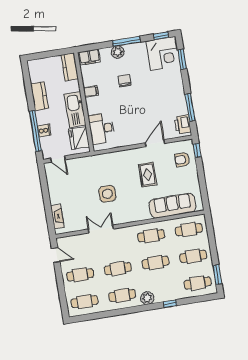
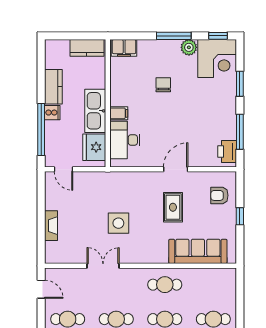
plant: (118, 52) -> (189, 47), moved
window: (182, 59) -> (240, 84), moved
kitchen counter: (70, 67) -> (87, 48), moved, turned -90
filing cabinet: (91, 91) -> (119, 113), moved
cooker: (44, 131) -> (52, 113), moved
door: (155, 143) -> (176, 169), moved
window: (197, 150) -> (240, 216), moved
fireplace: (57, 217) -> (51, 226), moved
cafe table: (189, 230) -> (213, 285), removed

